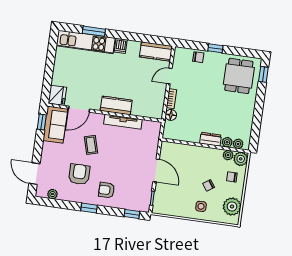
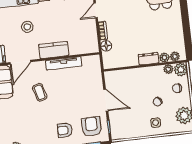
stool: (95, 75) -> (27, 27), added
armchair: (79, 174) -> (92, 127), moved

